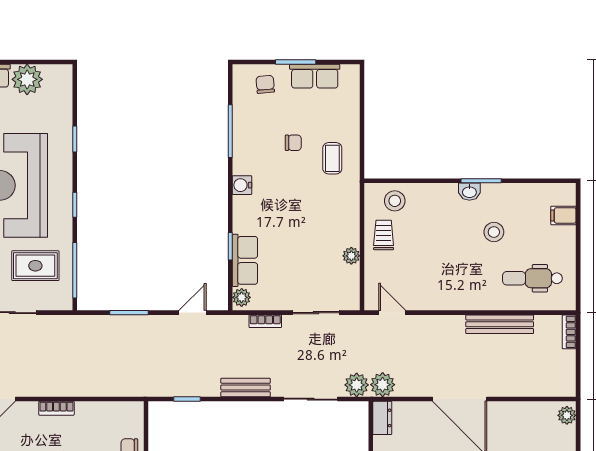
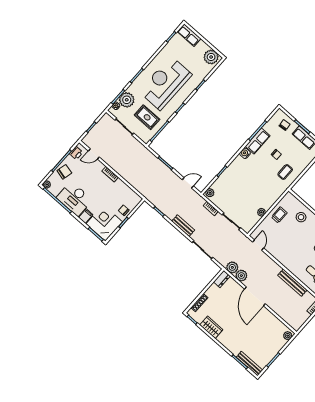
plant: (27, 79) -> (211, 57), moved
stool: (395, 201) -> (301, 217), moved
row of seats: (245, 260) -> (258, 141), moved
plant: (357, 385) -> (241, 276), moved

